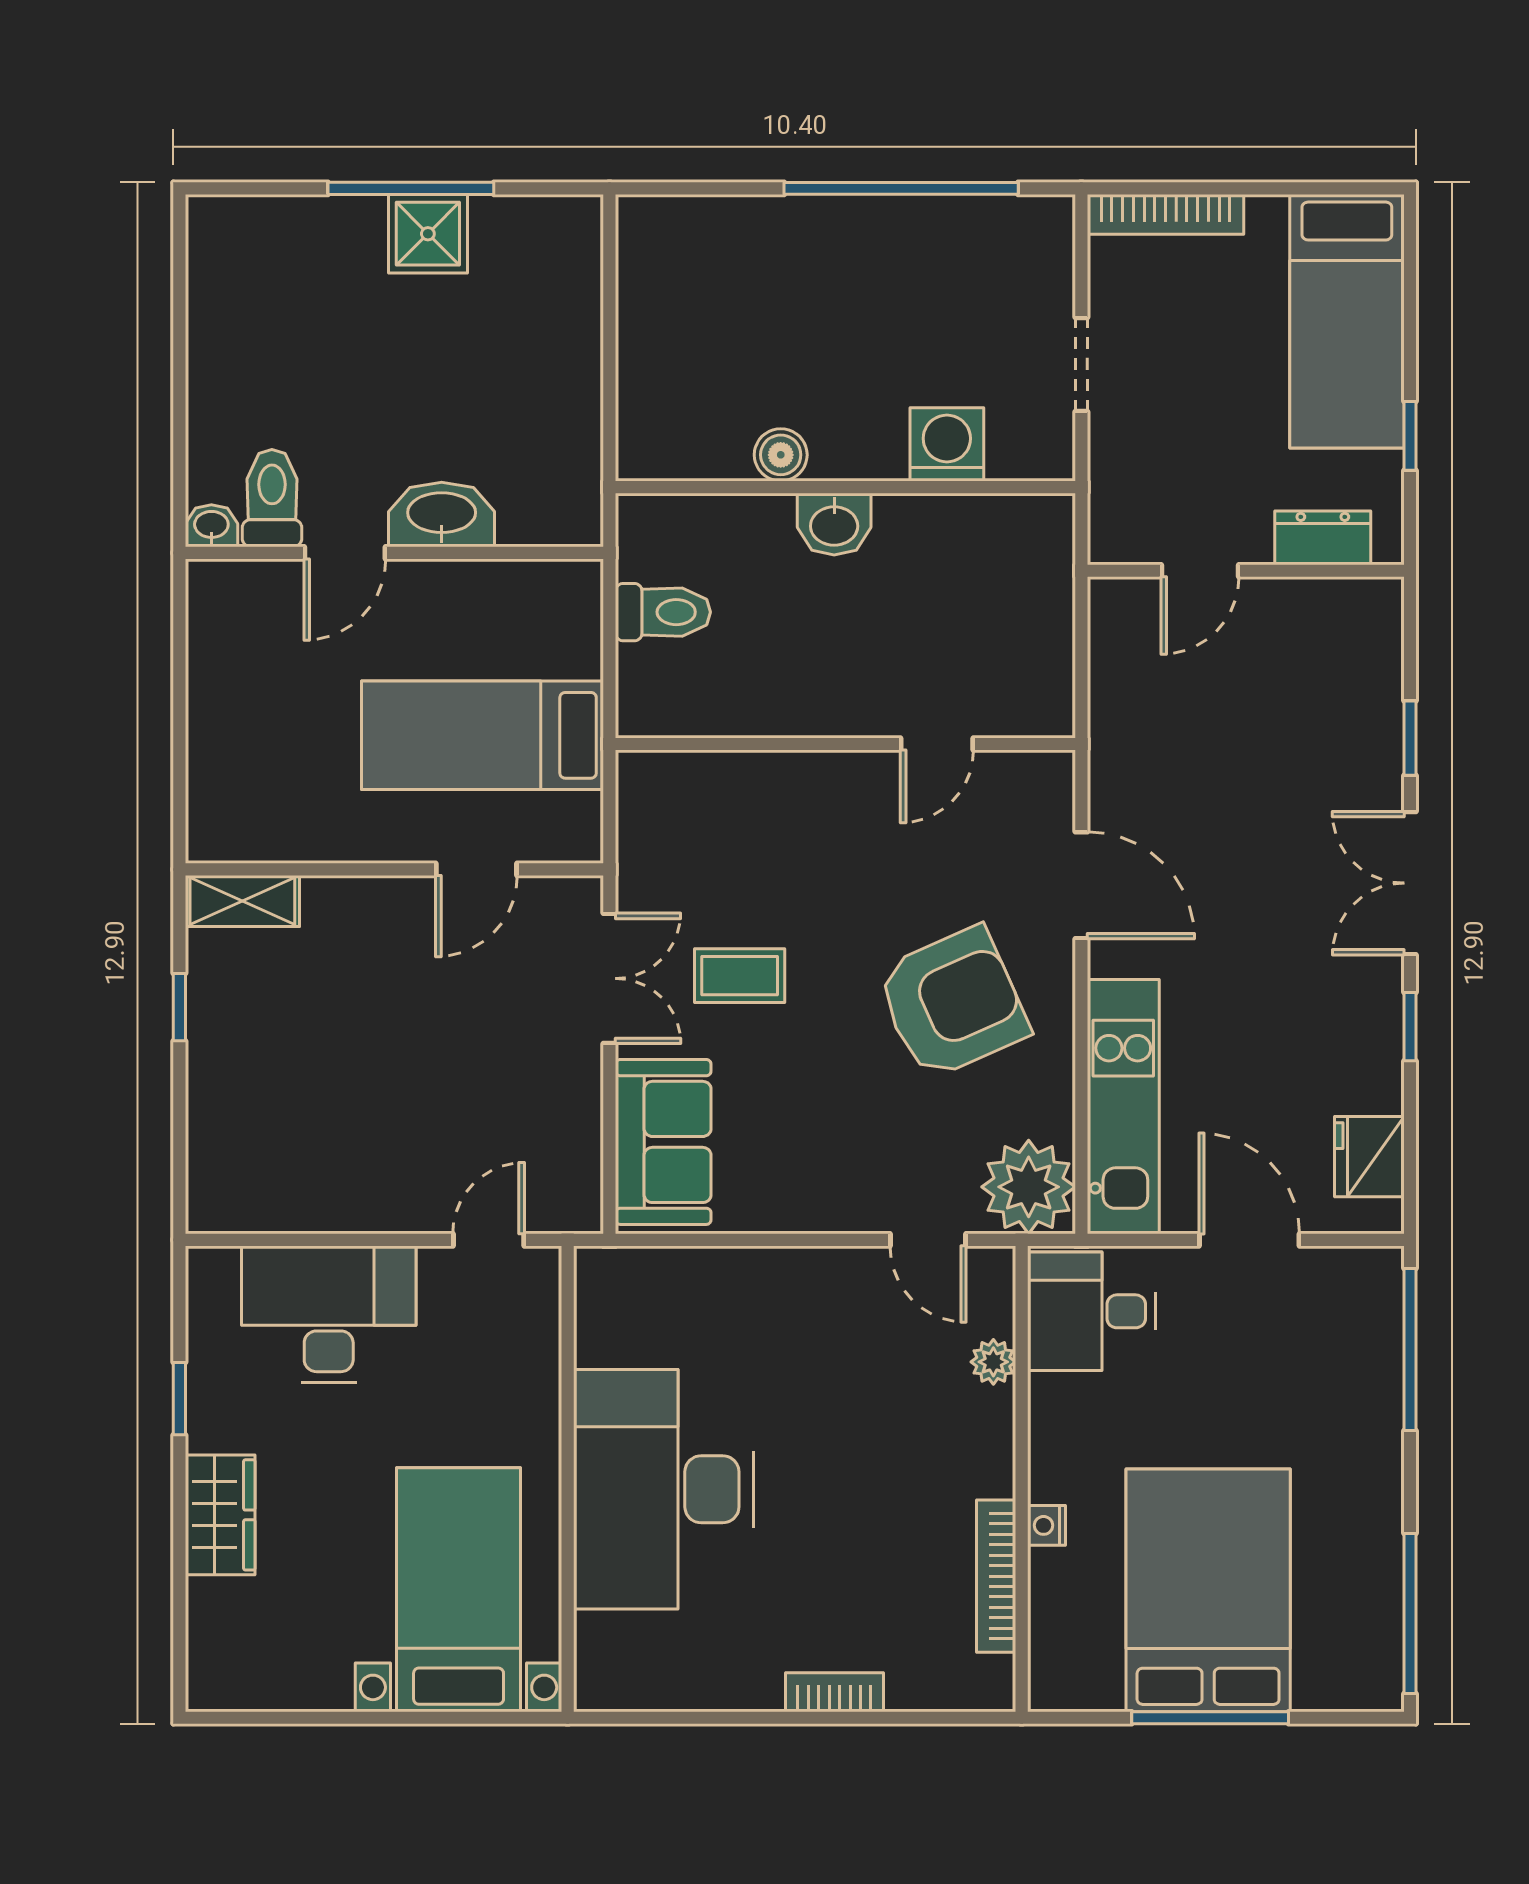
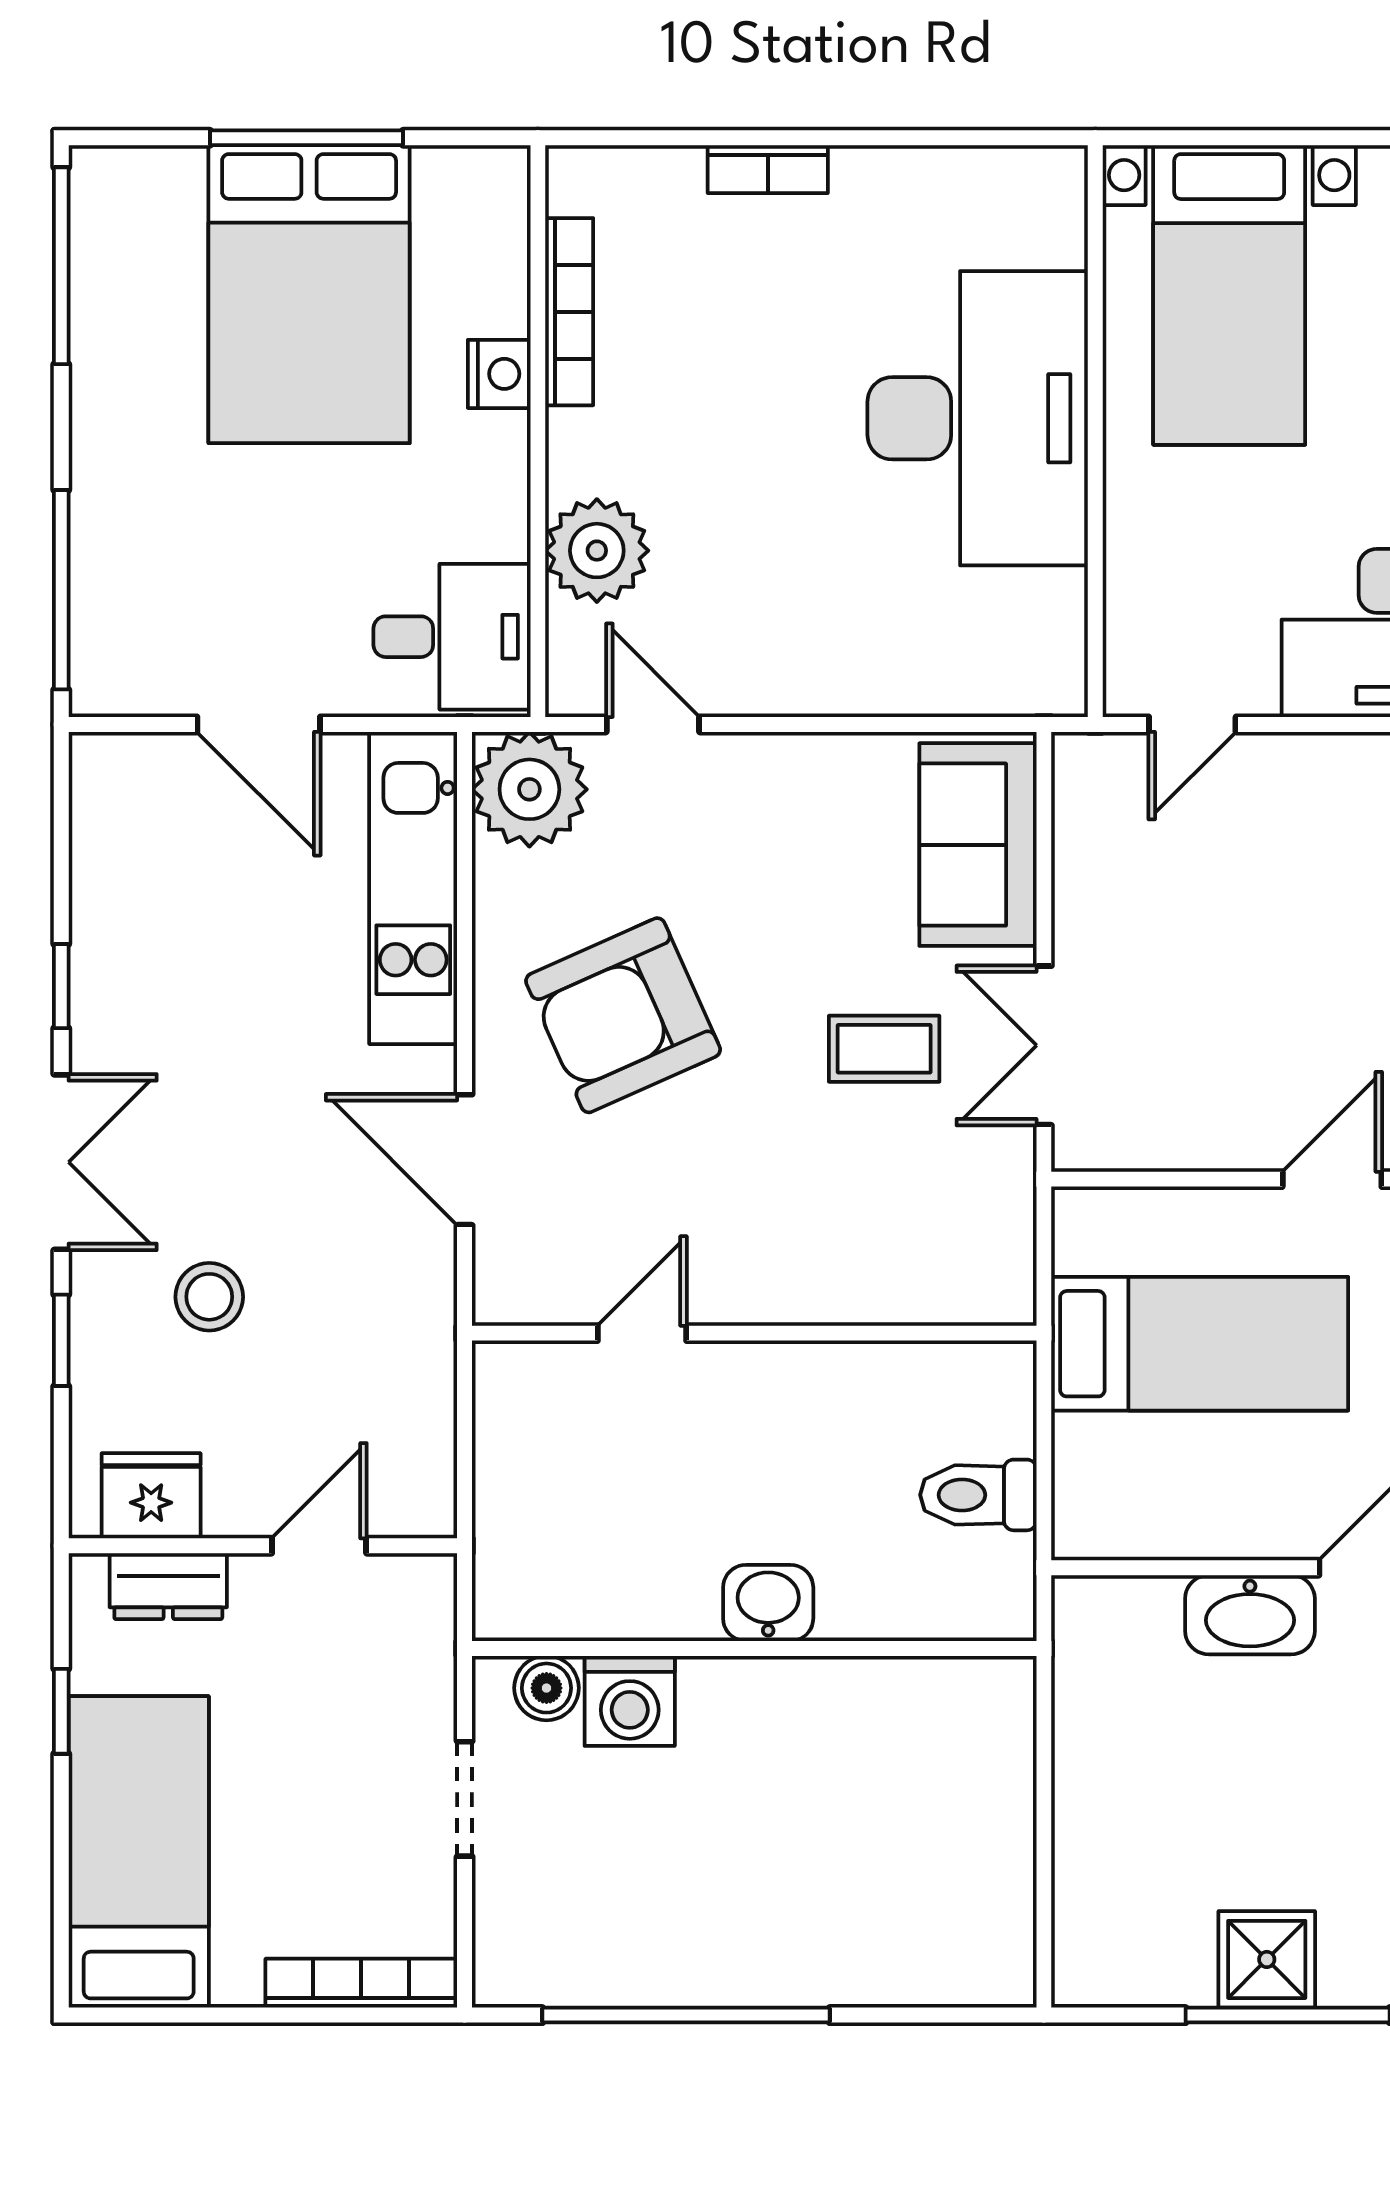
boiler: (781, 455) -> (546, 1688), moved
stool: (1289, 774) -> (209, 1297), added
door: (476, 869) -> (1332, 1179), moved
fridge: (1369, 1157) -> (151, 1496), moved, turned -90
plant: (993, 1362) -> (597, 551), width x1.88, depth x1.88
nightstand: (1047, 1525) -> (499, 374), width x1.39, depth x1.35

